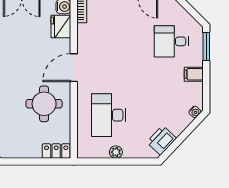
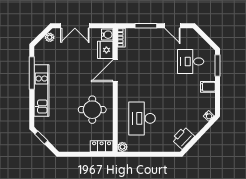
door: (74, 68) -> (115, 71), moved
plant: (116, 152) -> (122, 147), moved

